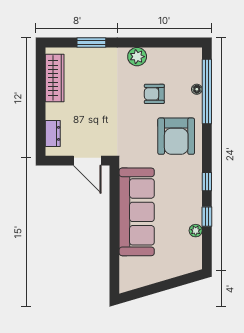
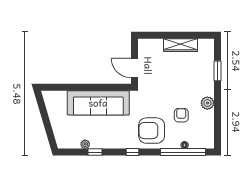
wardrobe: (55, 78) -> (180, 45), moved
dresser: (53, 133) -> (154, 44), removed
door: (87, 161) -> (134, 68), hinge flipped
window: (207, 182) -> (132, 152), moved

